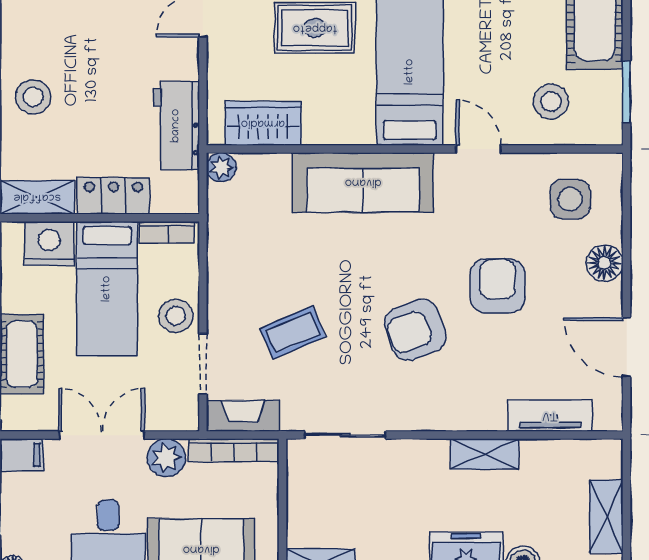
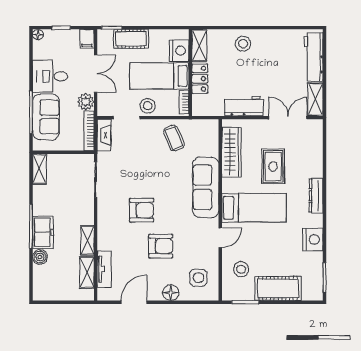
wardrobe: (263, 123) -> (231, 152), width x1.50
workbench: (176, 126) -> (244, 106), moved
plant: (221, 167) -> (212, 126), removed
armchair: (415, 330) -> (142, 210), turned 111
coffee table: (293, 333) -> (174, 138), moved
shelving: (606, 517) -> (87, 272), moved, turned 90

